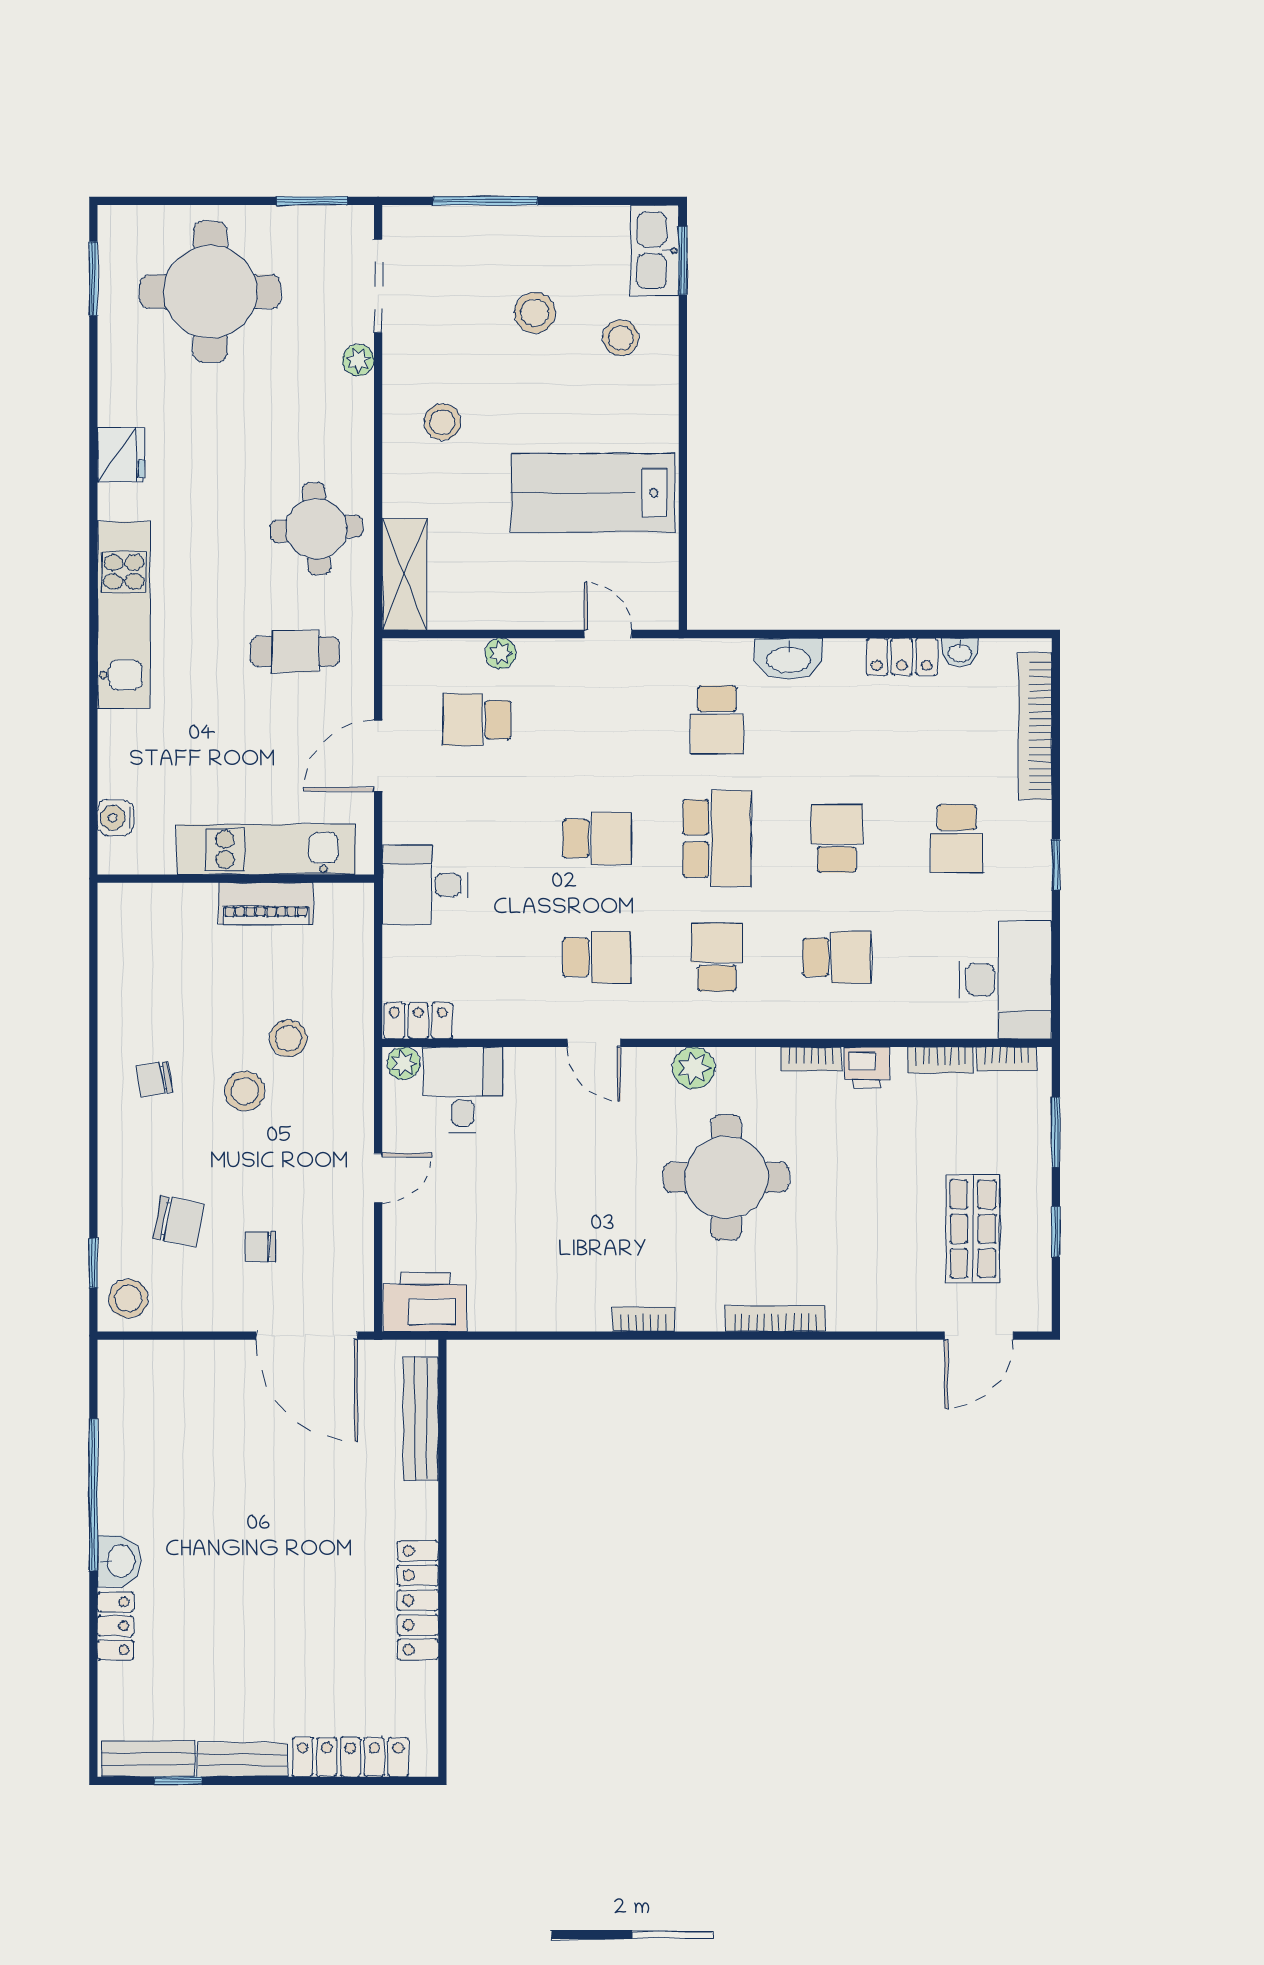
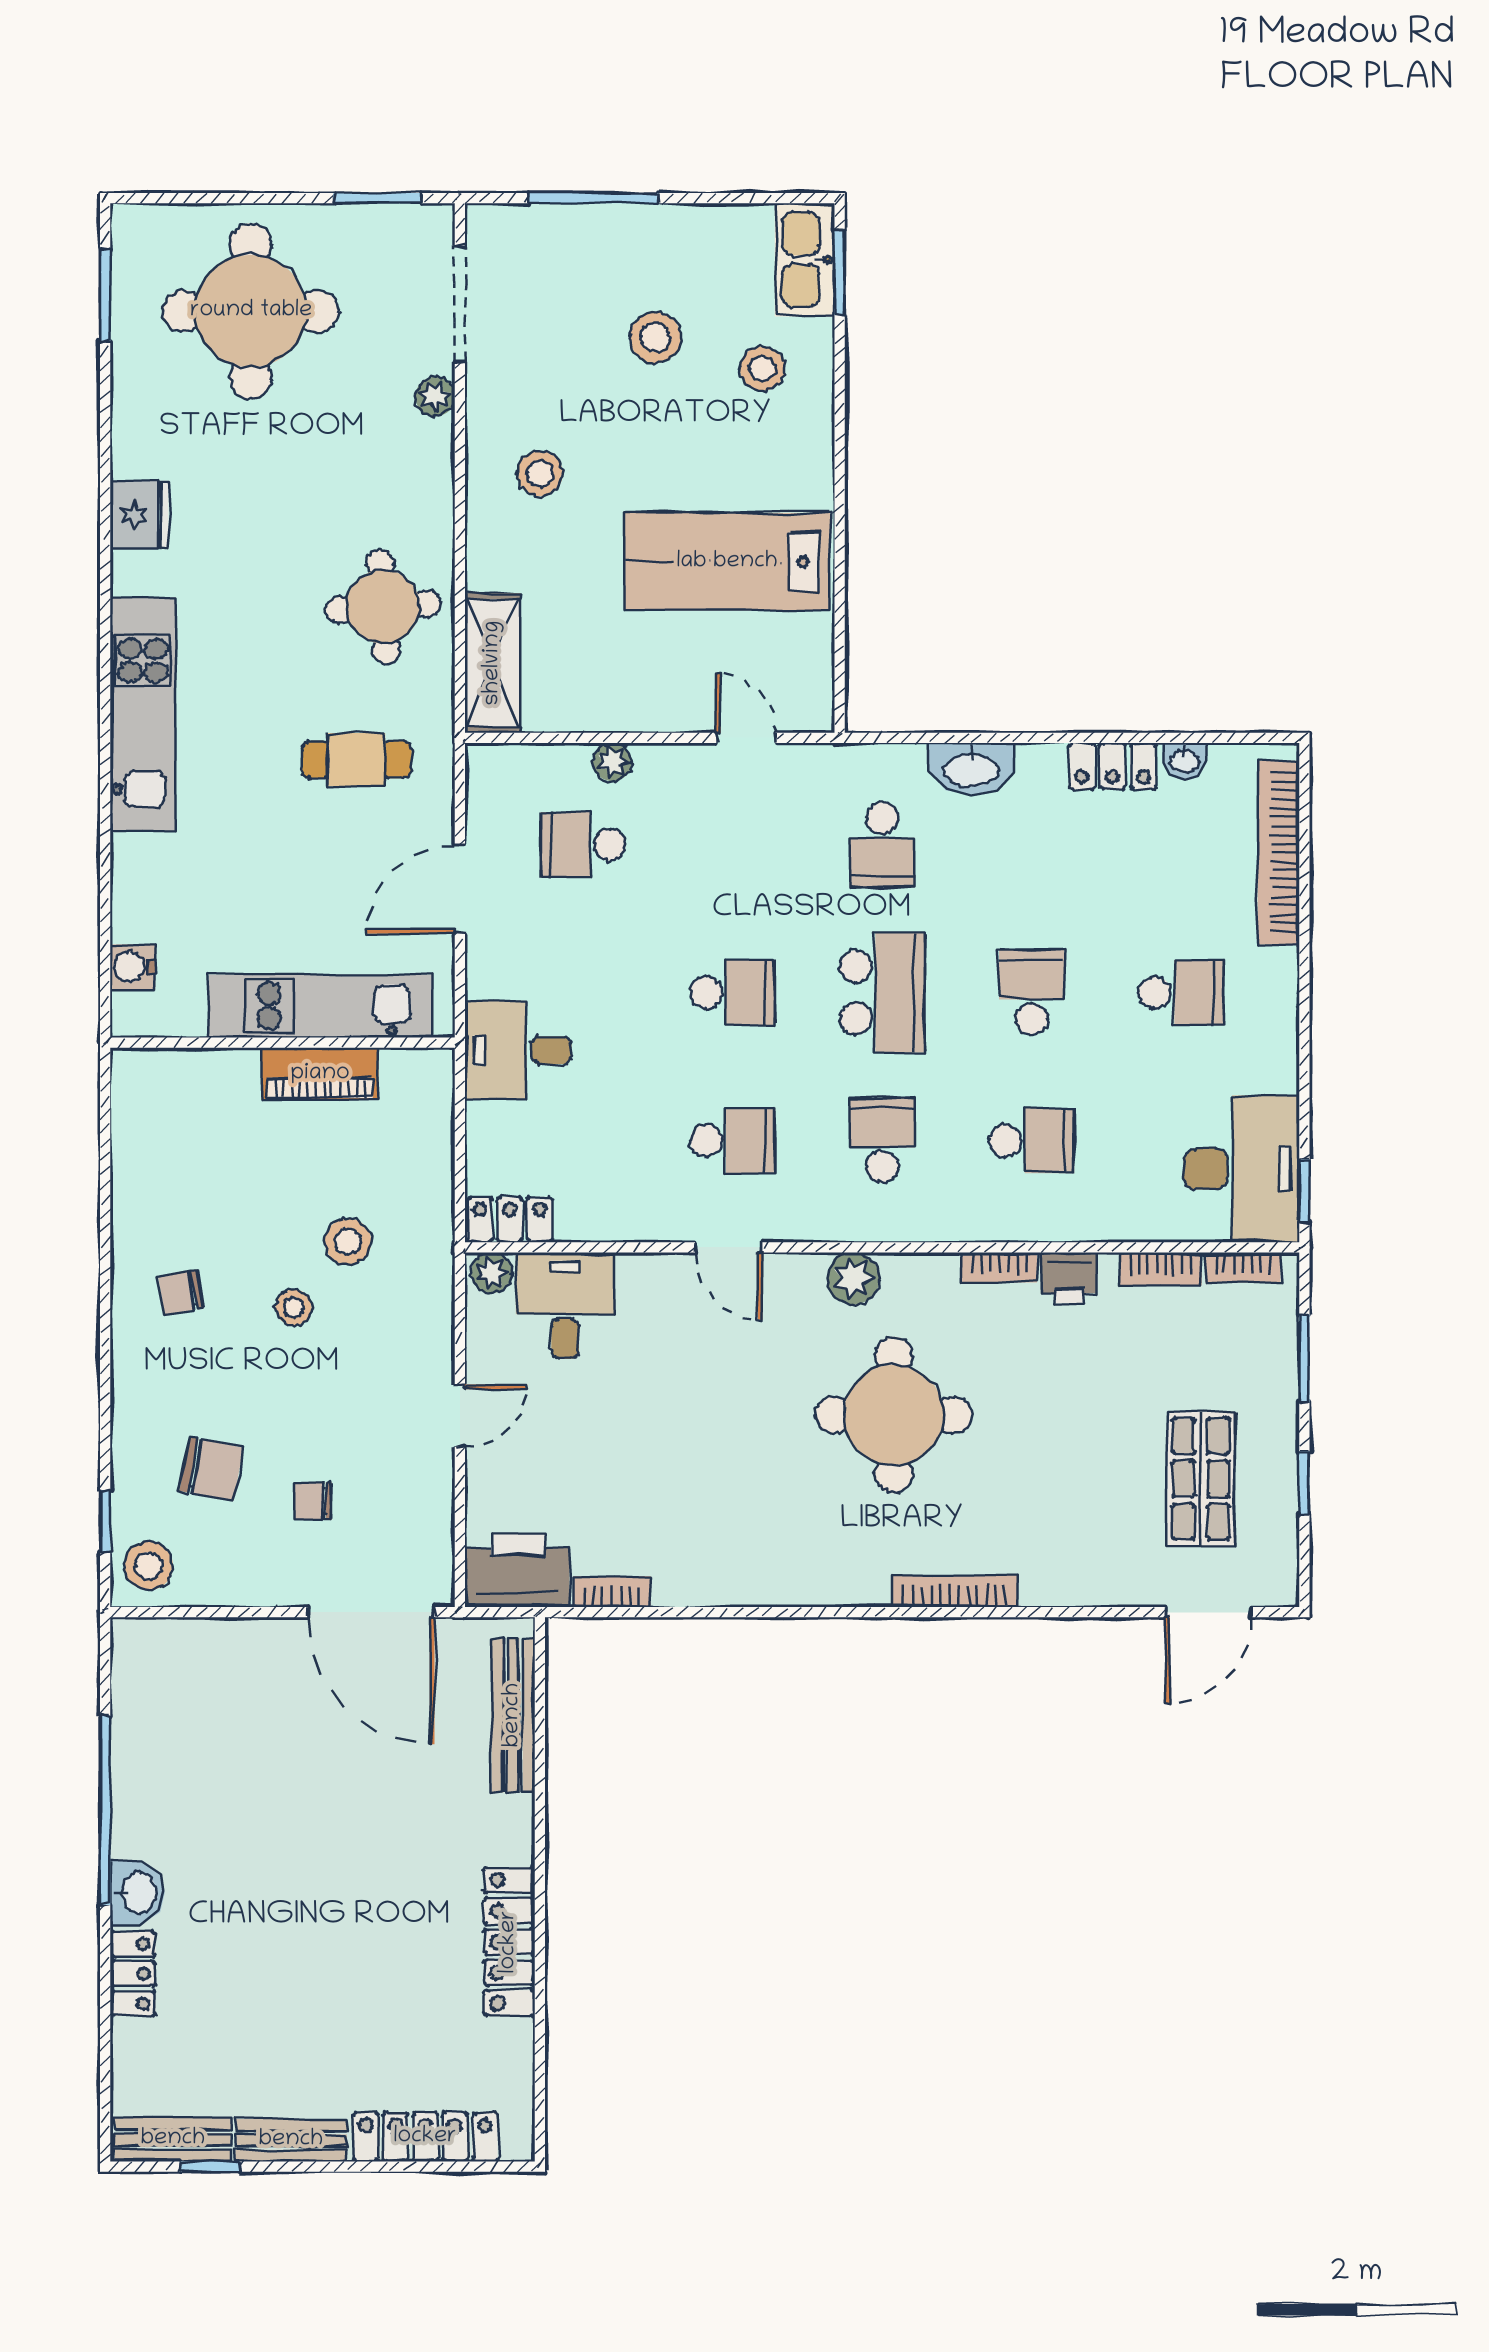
school desk: (957, 838) -> (1181, 993), turned -90
window: (1056, 865) -> (1304, 1191), moved
stool: (245, 1091) -> (294, 1307), width x0.73, depth x0.73
bookcase: (643, 1319) -> (612, 1592), moved

